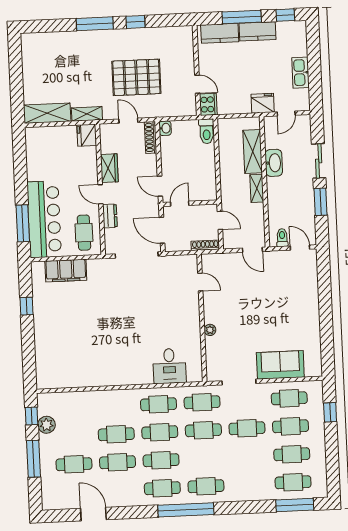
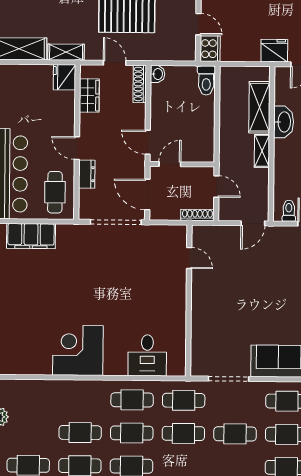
wardrobe: (109, 168) -> (89, 96), moved
door: (252, 250) -> (253, 223), hinge flipped
plant: (210, 330) -> (198, 315), removed
corner desk: (110, 365) -> (78, 350), added

